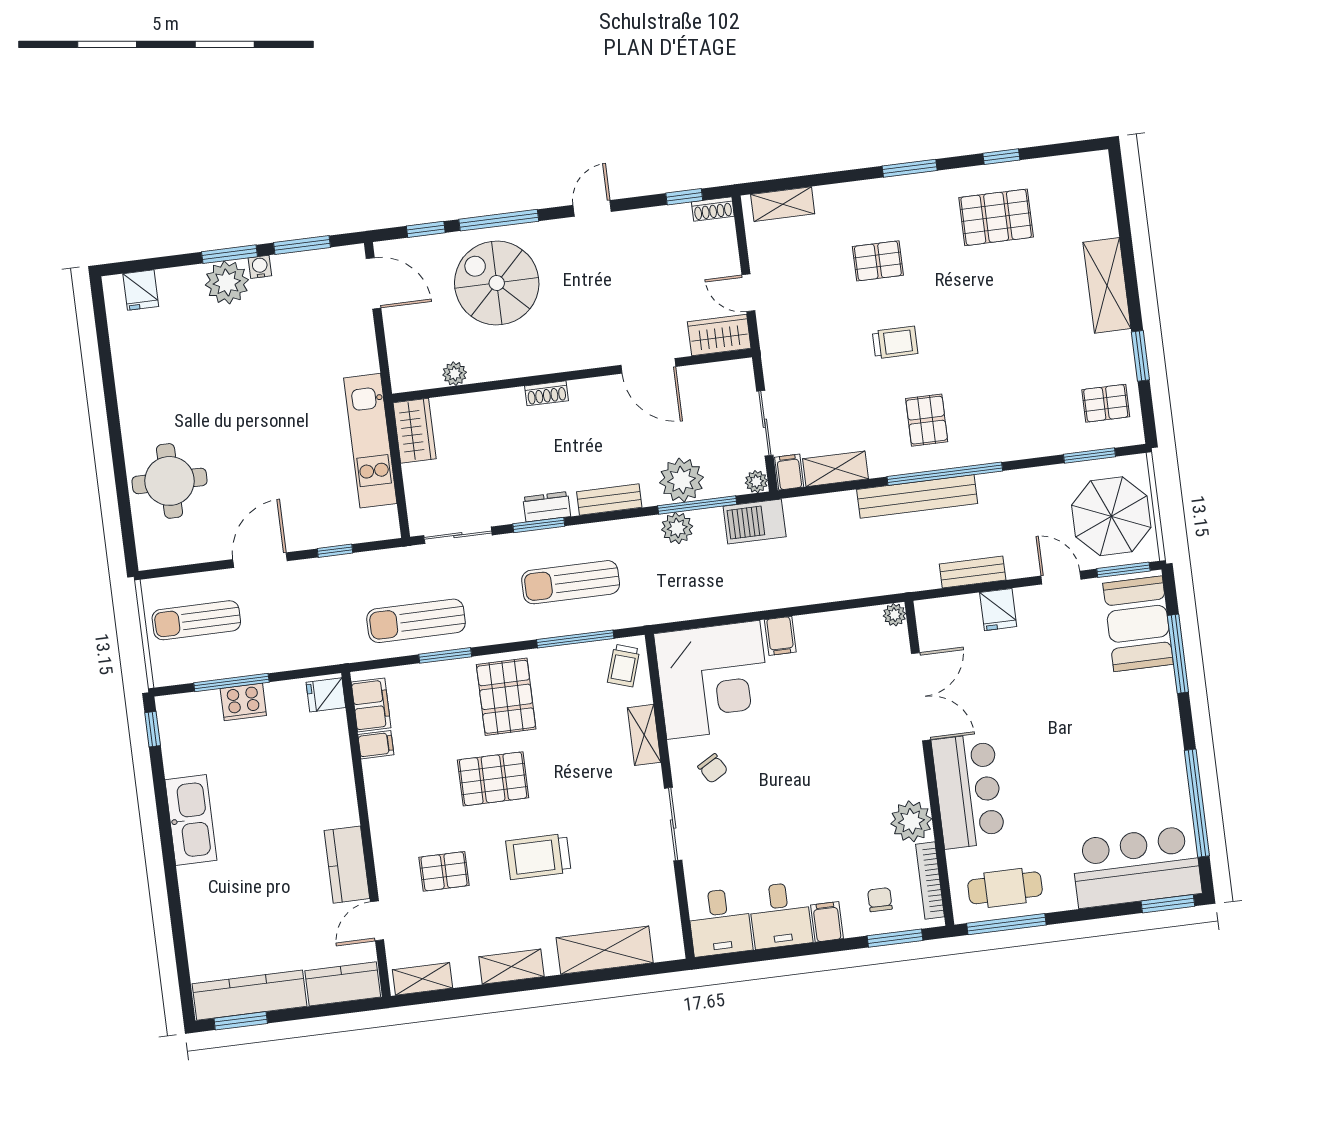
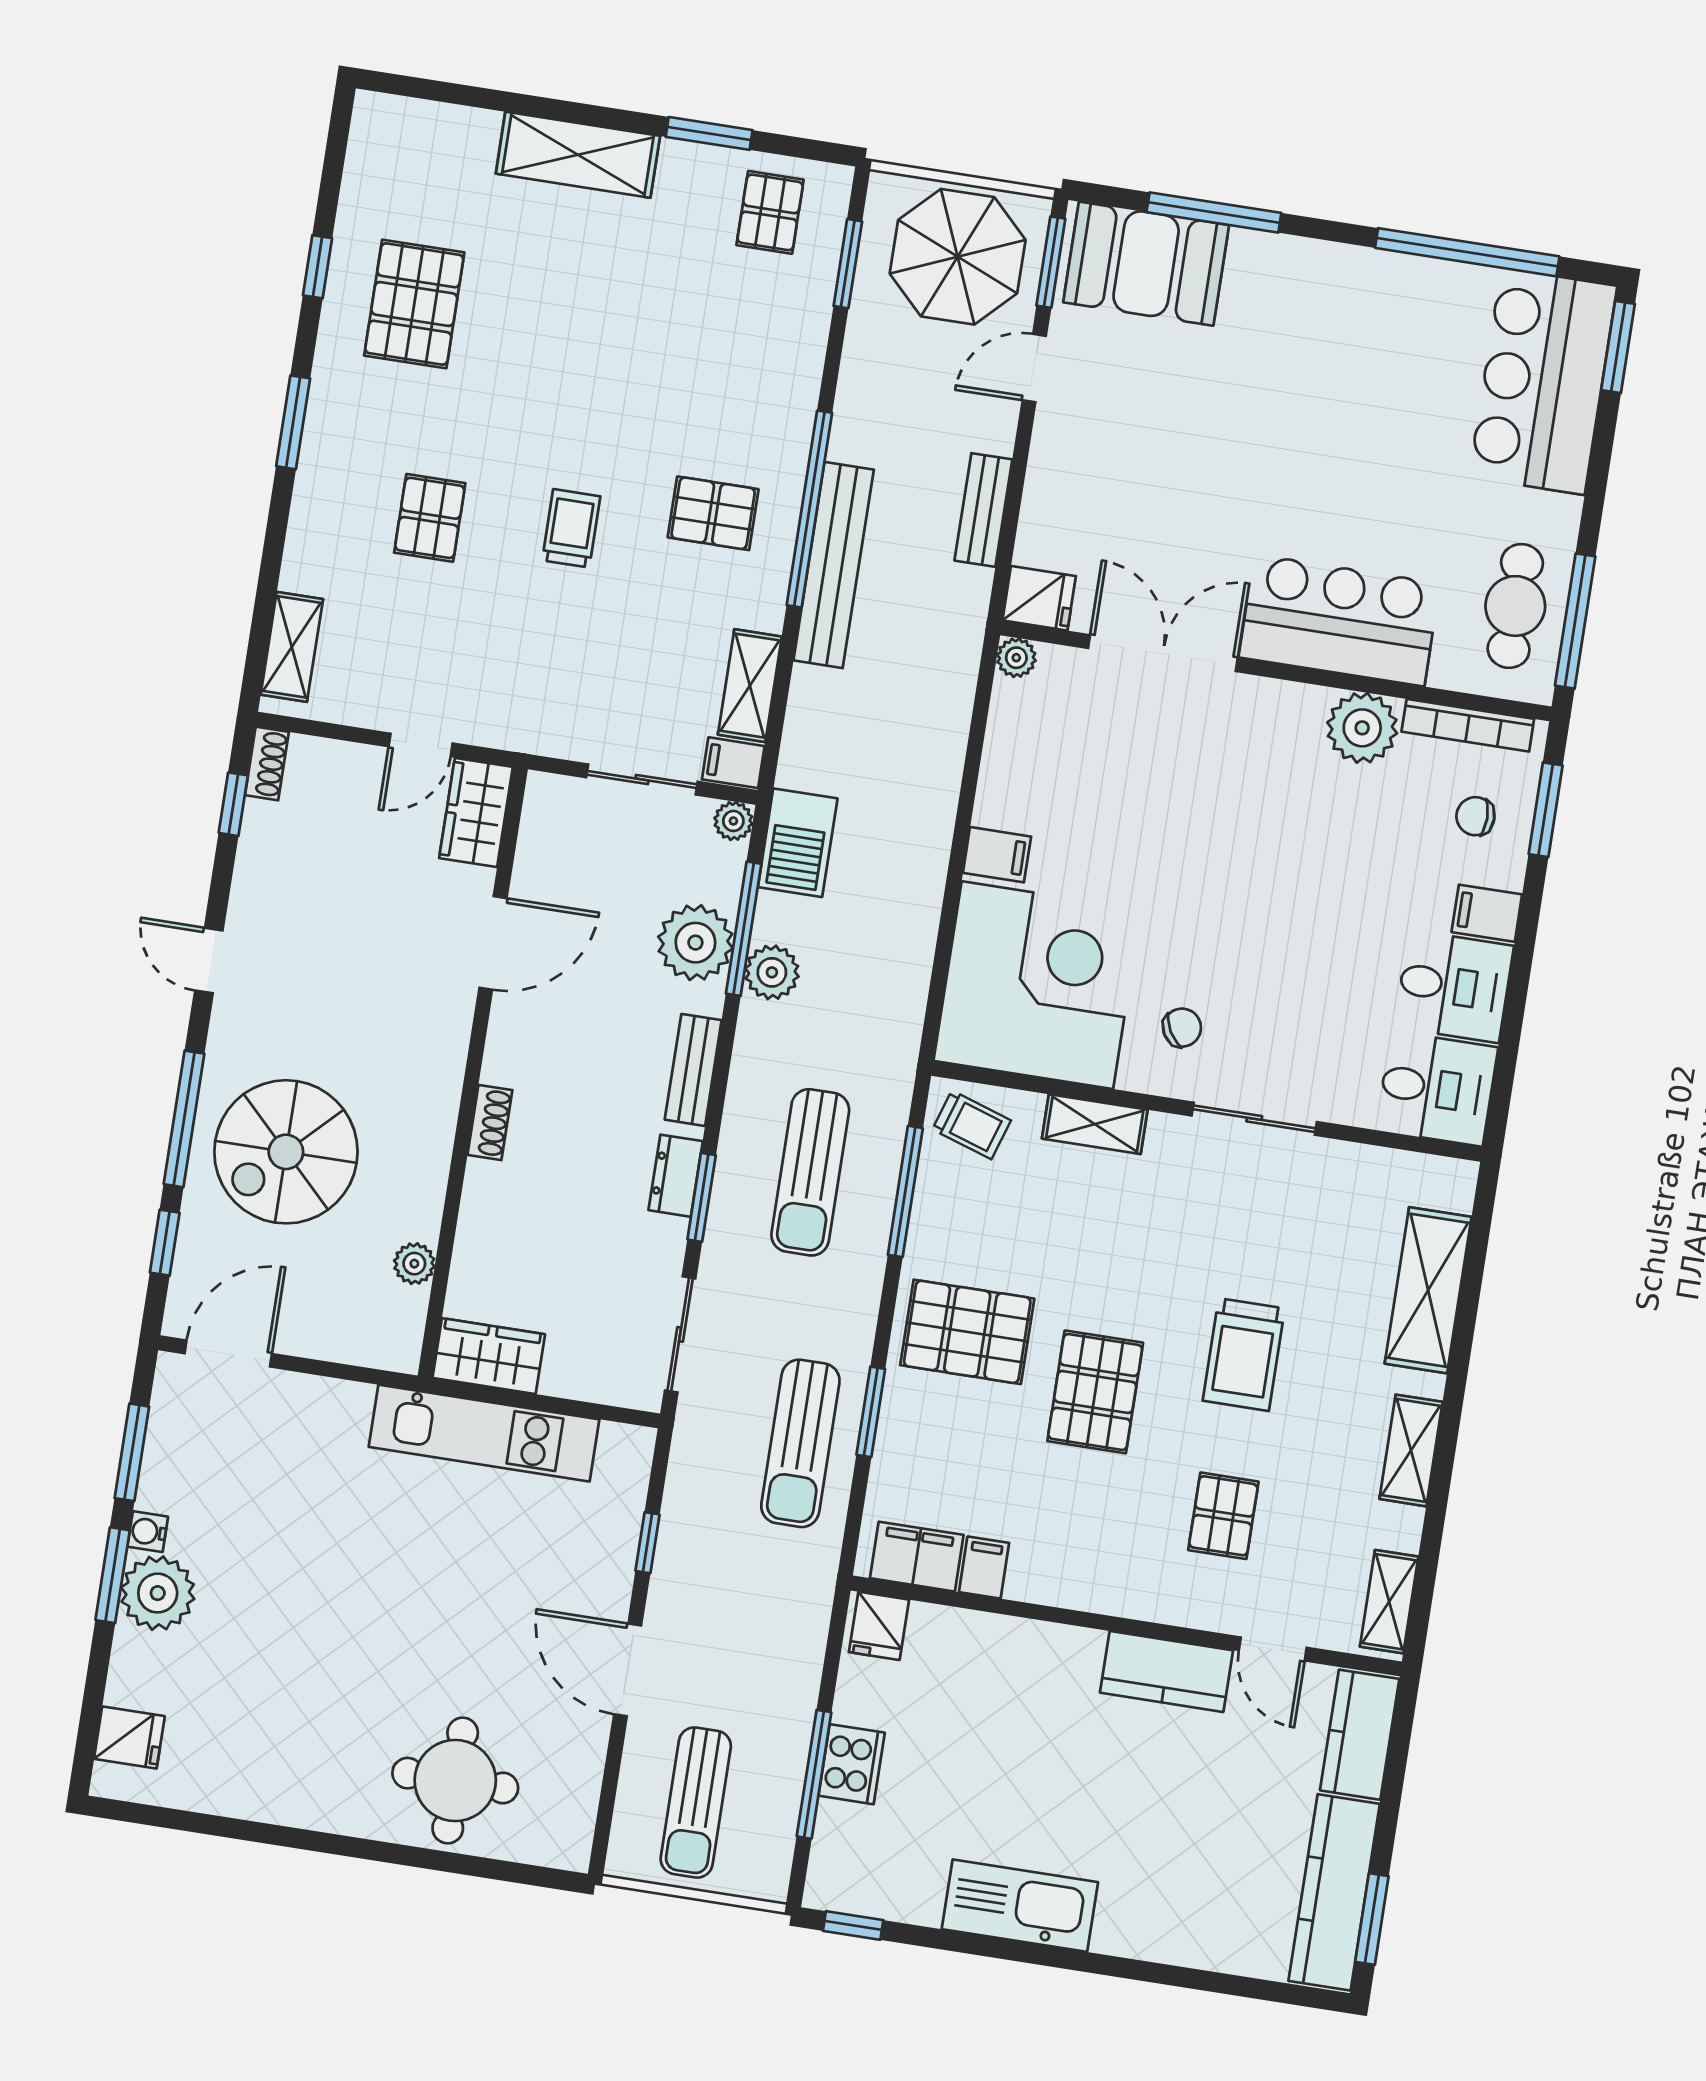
fridge: (998, 610) -> (1039, 598), moved

